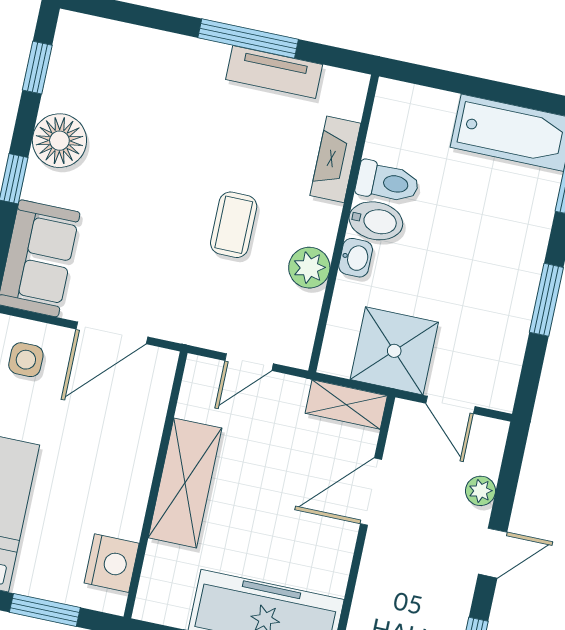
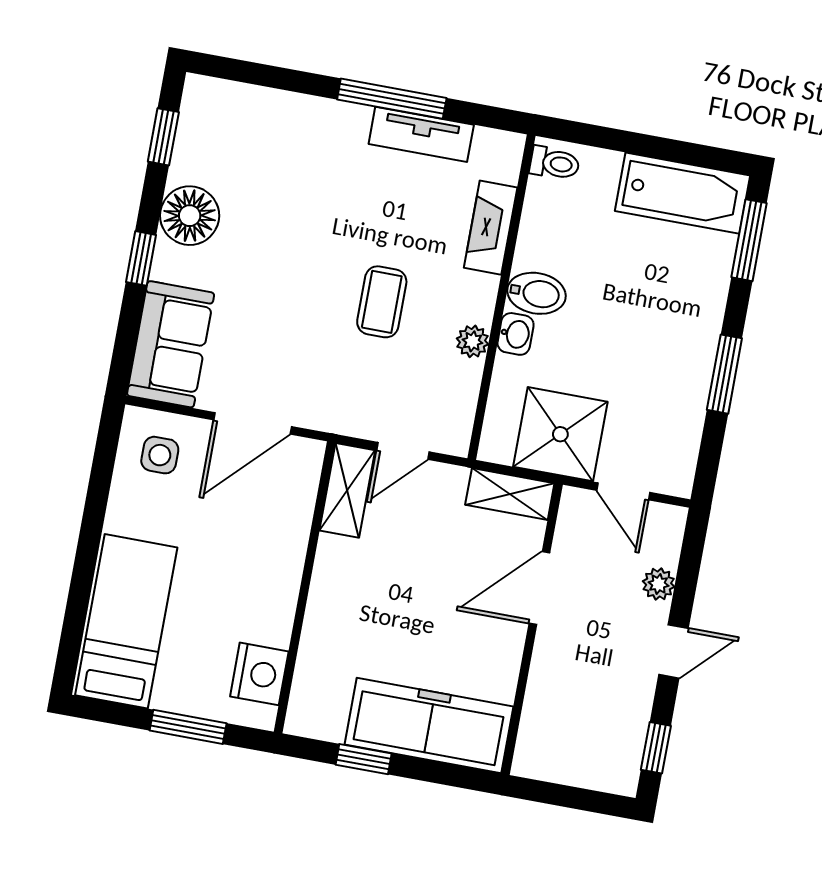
toilet: (387, 182) -> (555, 163), moved, width x0.73, depth x0.72
plant: (309, 268) -> (473, 341), width x0.73, depth x0.73
shelving: (185, 483) -> (347, 490), moved, width x0.67, depth x0.75

